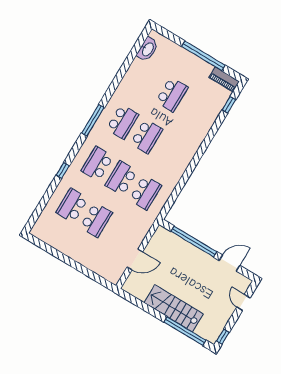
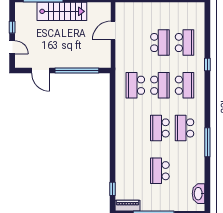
window: (93, 120) -> (207, 142), moved
school desk: (96, 220) -> (160, 43), turned 180
door: (229, 263) -> (41, 70), hinge flipped
window: (223, 337) -> (12, 27), moved

